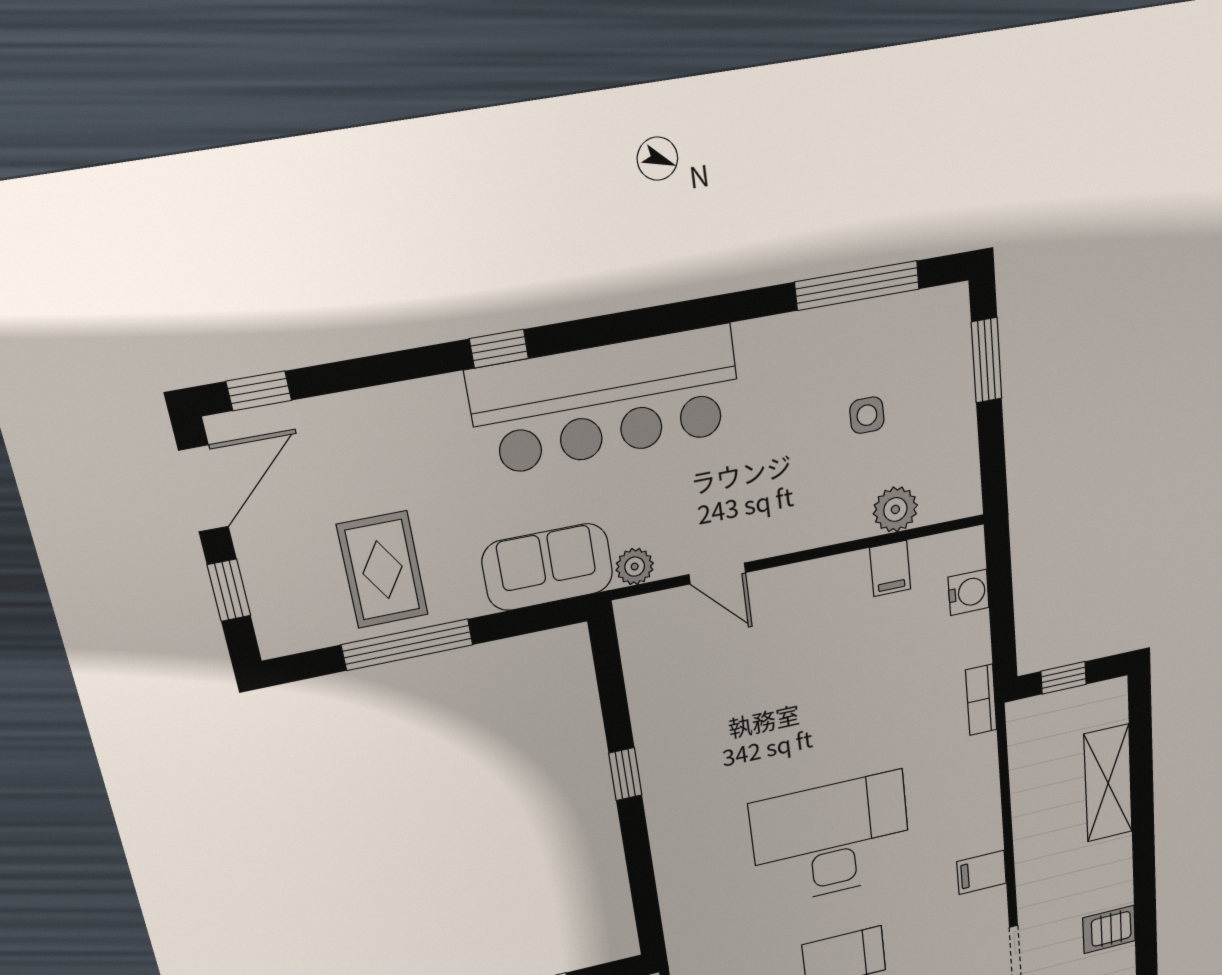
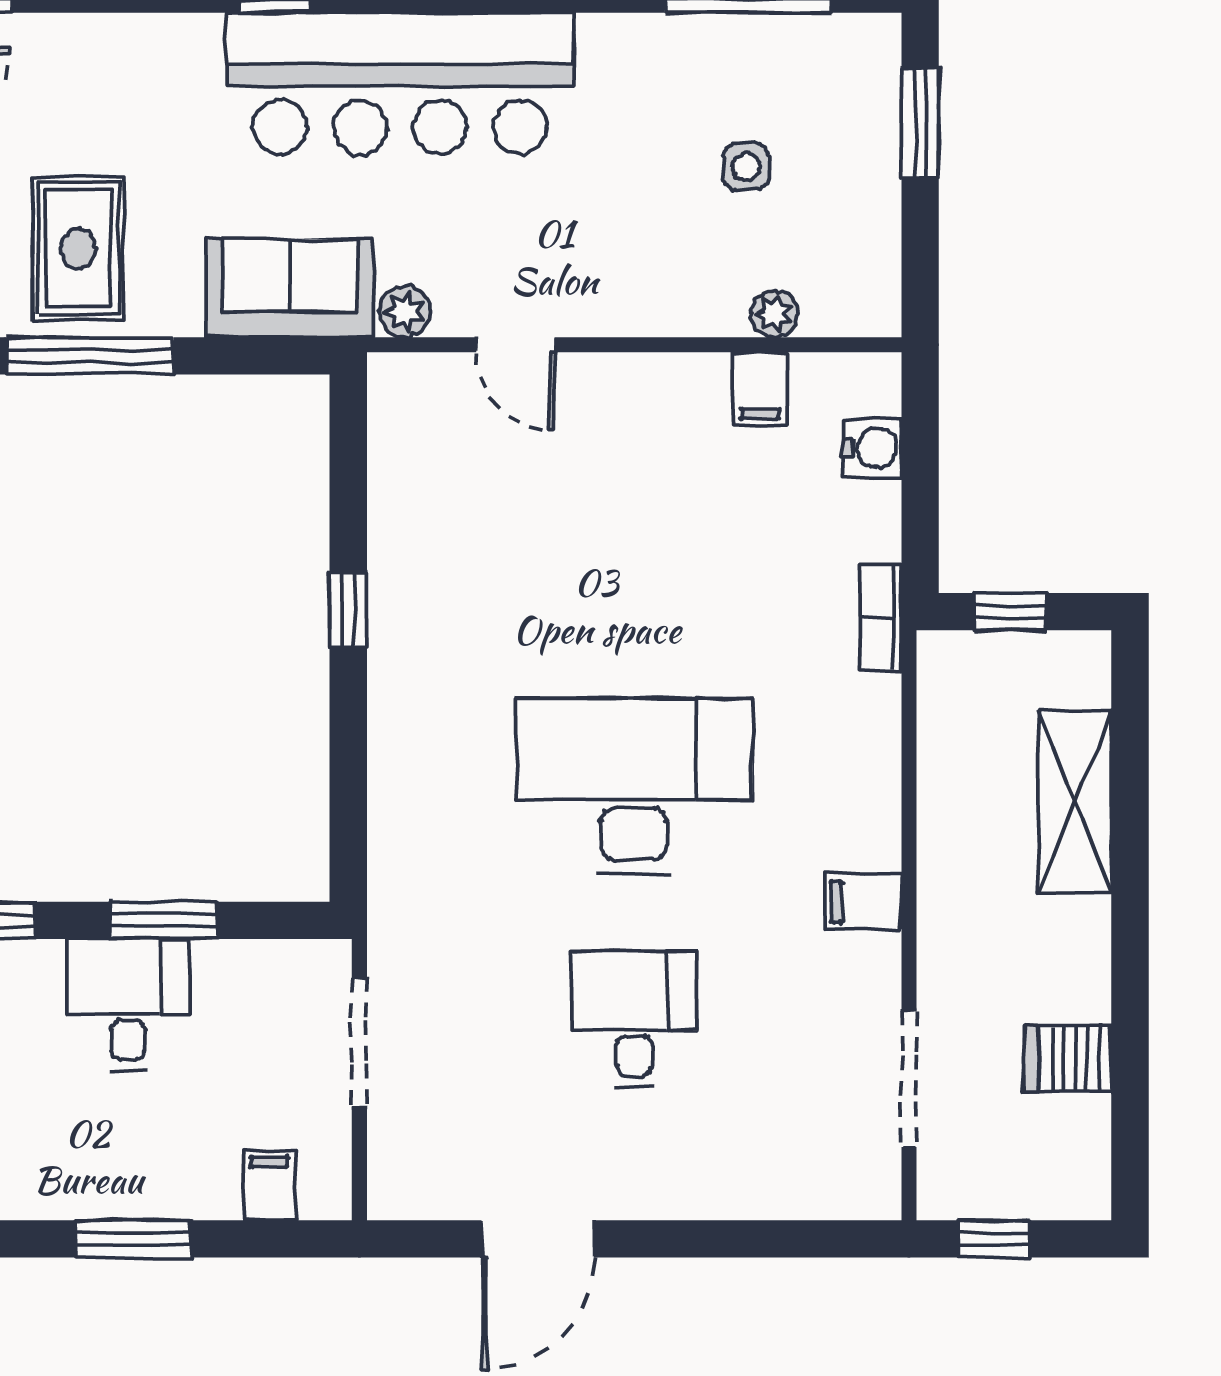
plant: (895, 509) -> (775, 314), width x0.73, depth x0.73

